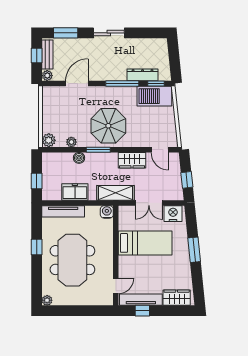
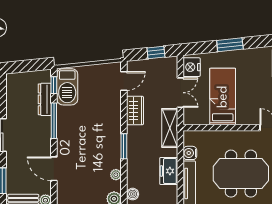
parasol: (108, 126) -> (99, 136), removed
boiler: (79, 158) -> (133, 194), moved
water cooler: (107, 212) -> (190, 153), moved

